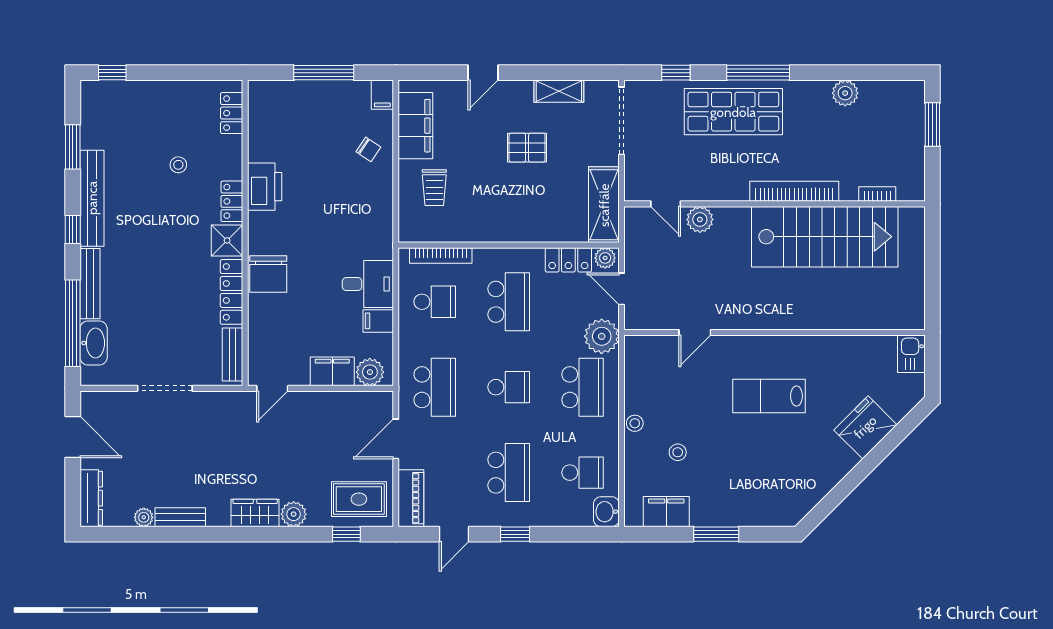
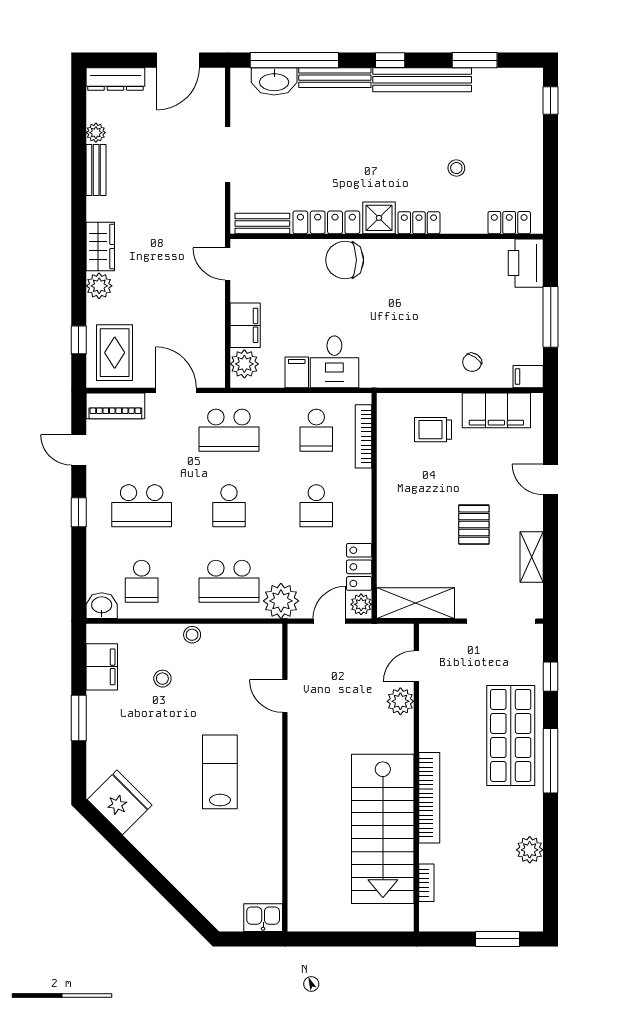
printer: (265, 187) -> (526, 263), moved, turned 90
school desk: (509, 302) -> (316, 506), width x0.54
fridge: (865, 427) -> (120, 802), moved

